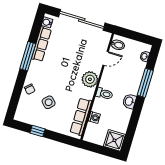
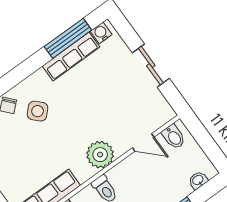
sliding door: (82, 20) -> (151, 66), width x0.54
window: (28, 56) -> (68, 38), moved
side table: (49, 102) -> (38, 111), moved

